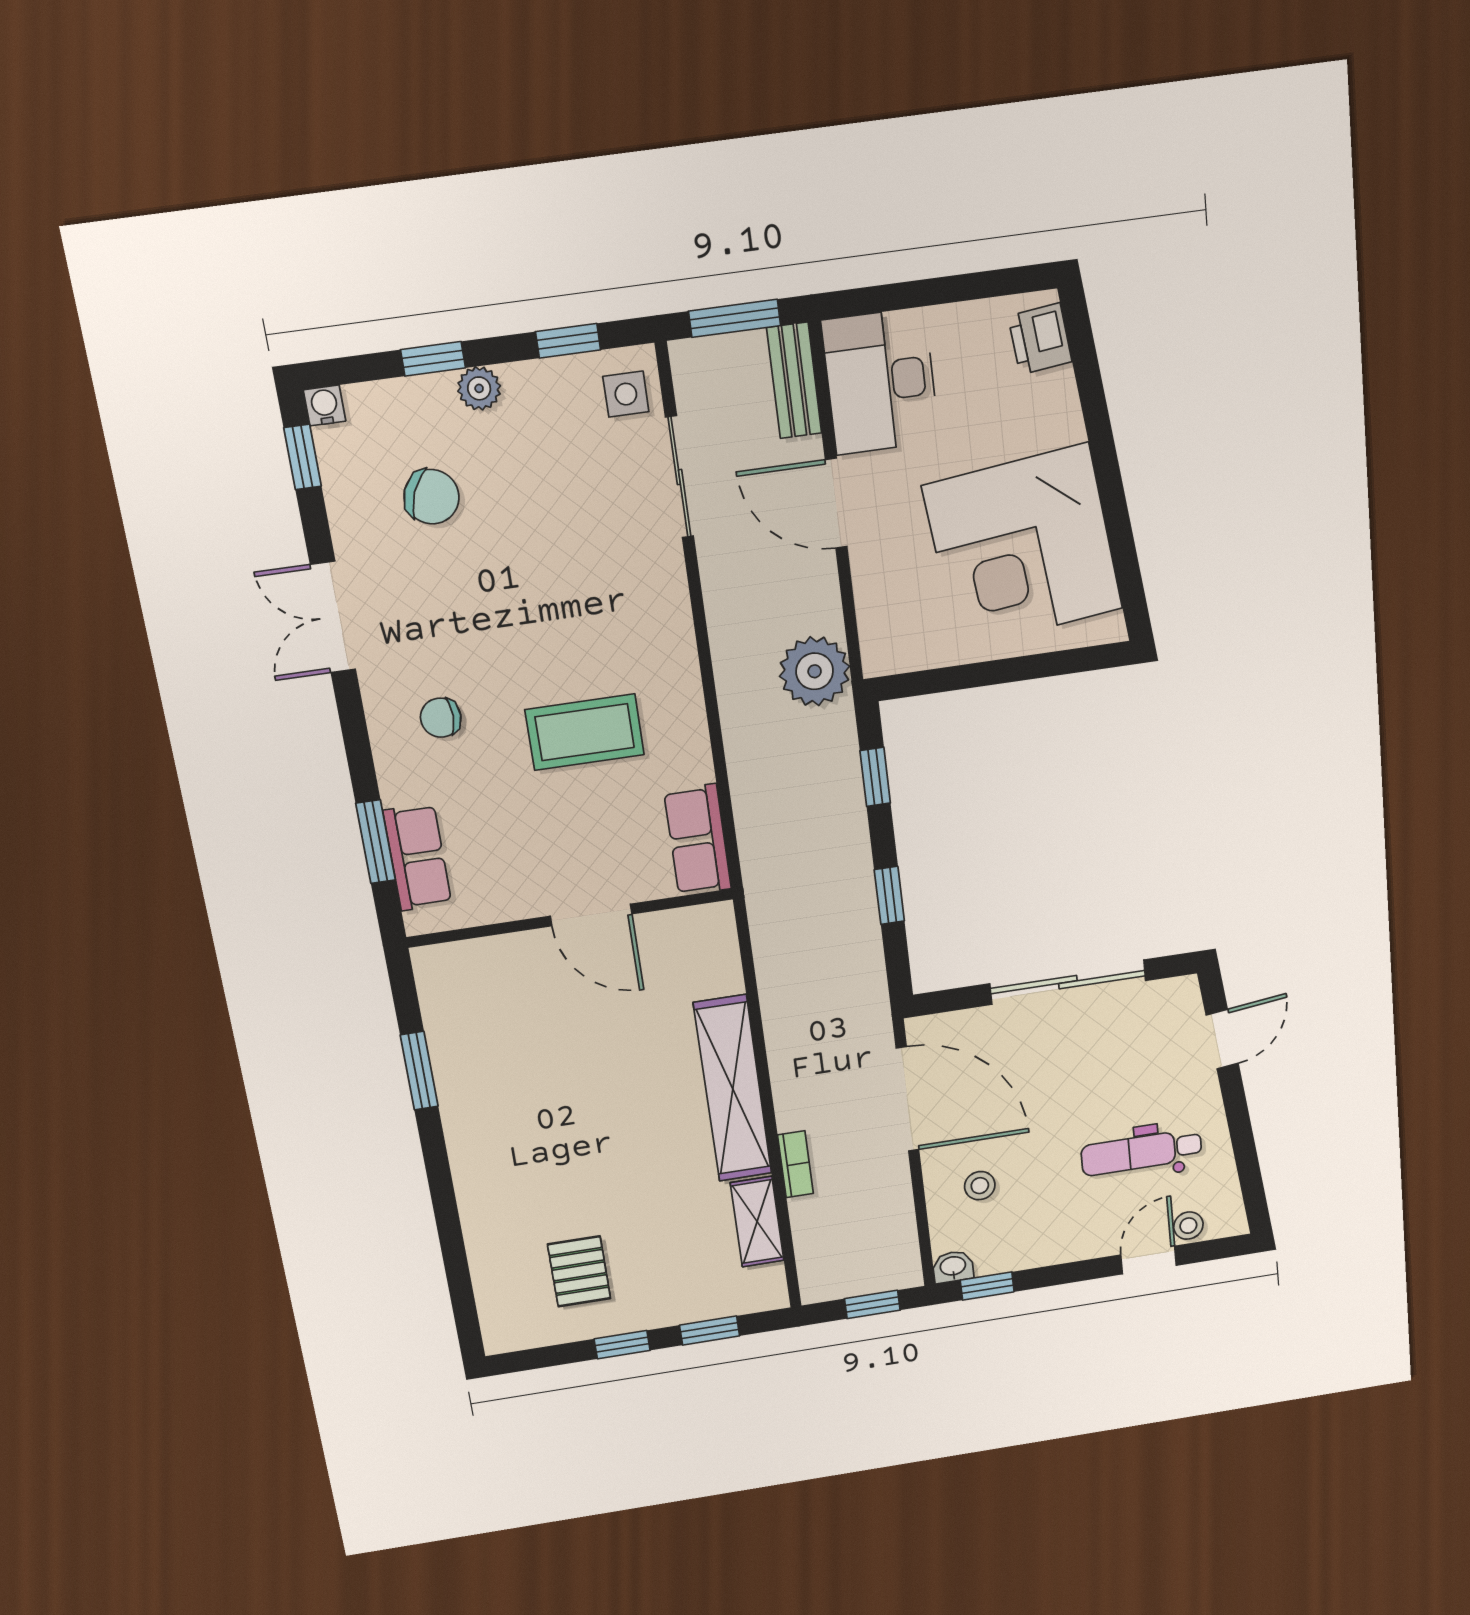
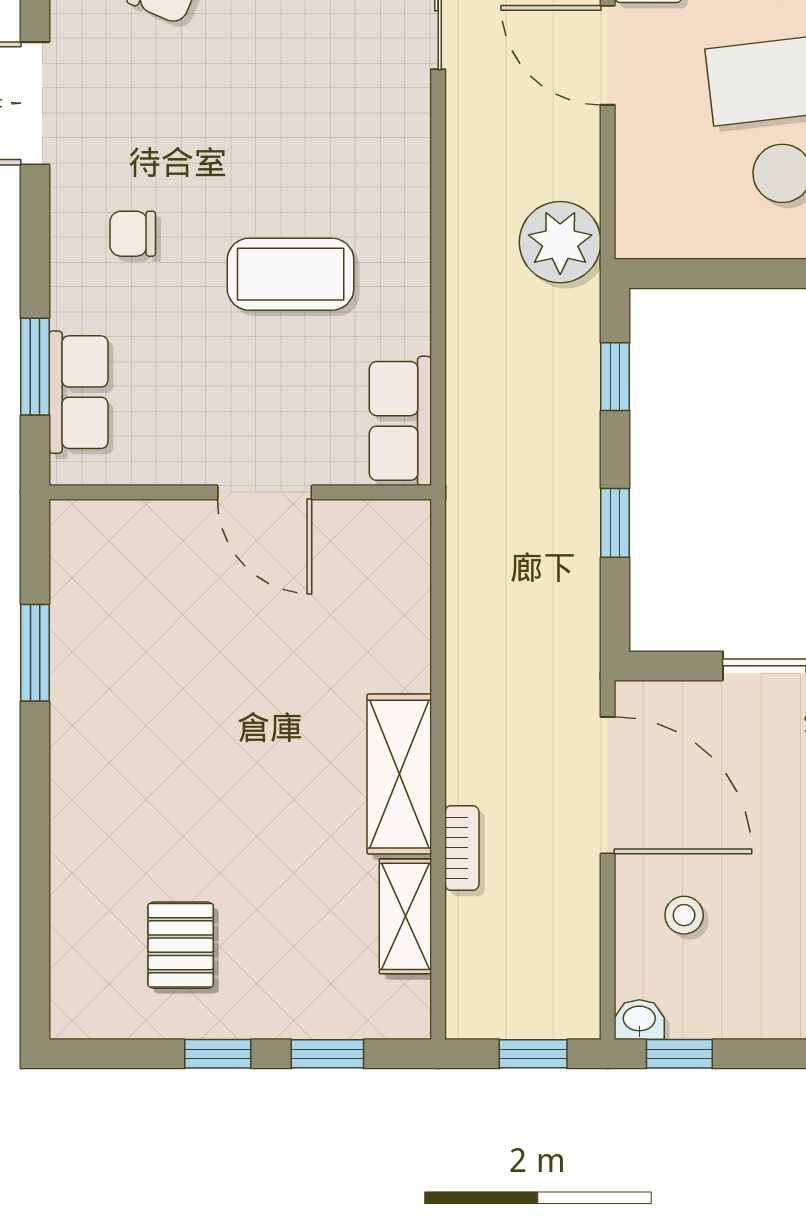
shelving: (733, 1089) -> (399, 774), width x0.68

